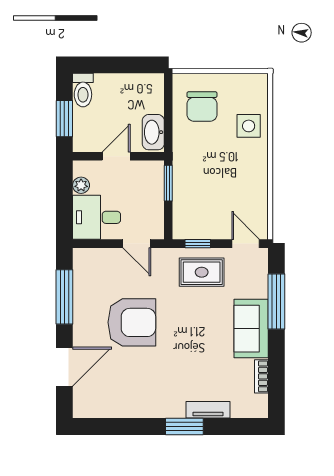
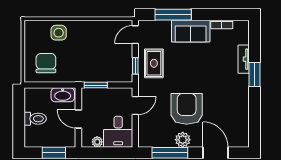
toilet: (83, 90) -> (35, 119), moved
chair: (202, 107) -> (46, 63), turned -90
plant: (84, 316) -> (183, 140), added

